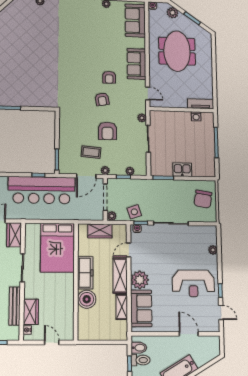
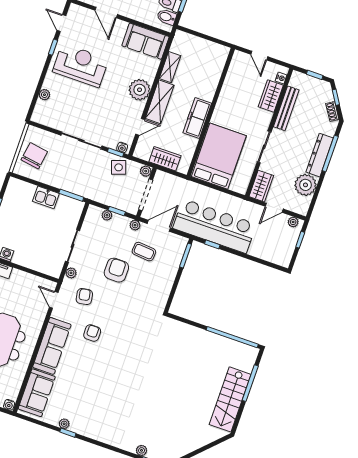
sofa: (136, 64) -> (52, 346), width x1.36
armchair: (102, 99) -> (84, 297), moved
boiler: (87, 299) -> (206, 89), removed
sofa: (141, 308) -> (145, 41), moved, turned -90

